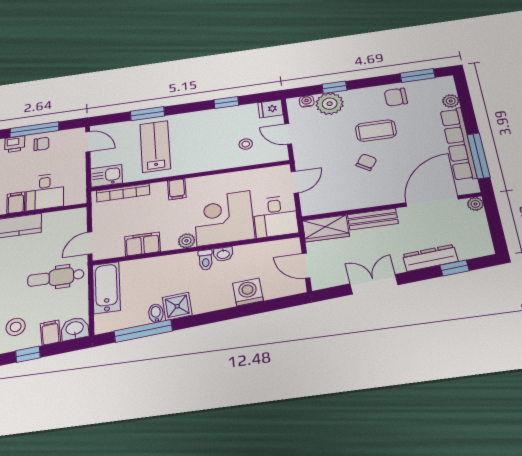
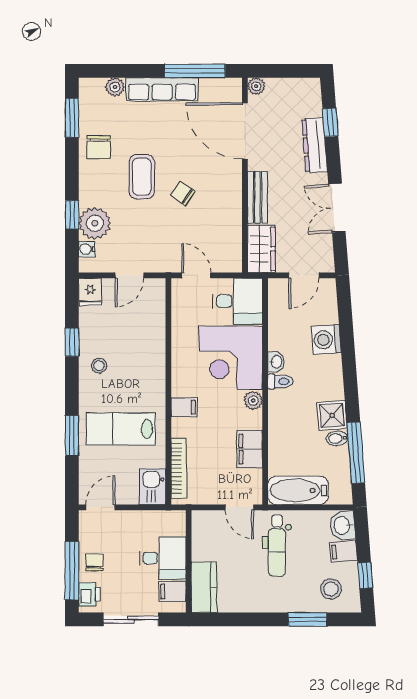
stool: (246, 144) -> (99, 366), moved
row of seats: (458, 144) -> (162, 89), width x0.73

